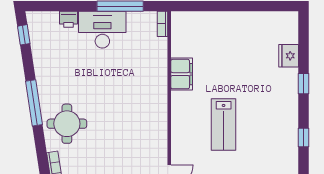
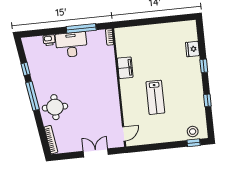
window: (24, 35) -> (26, 69), moved

